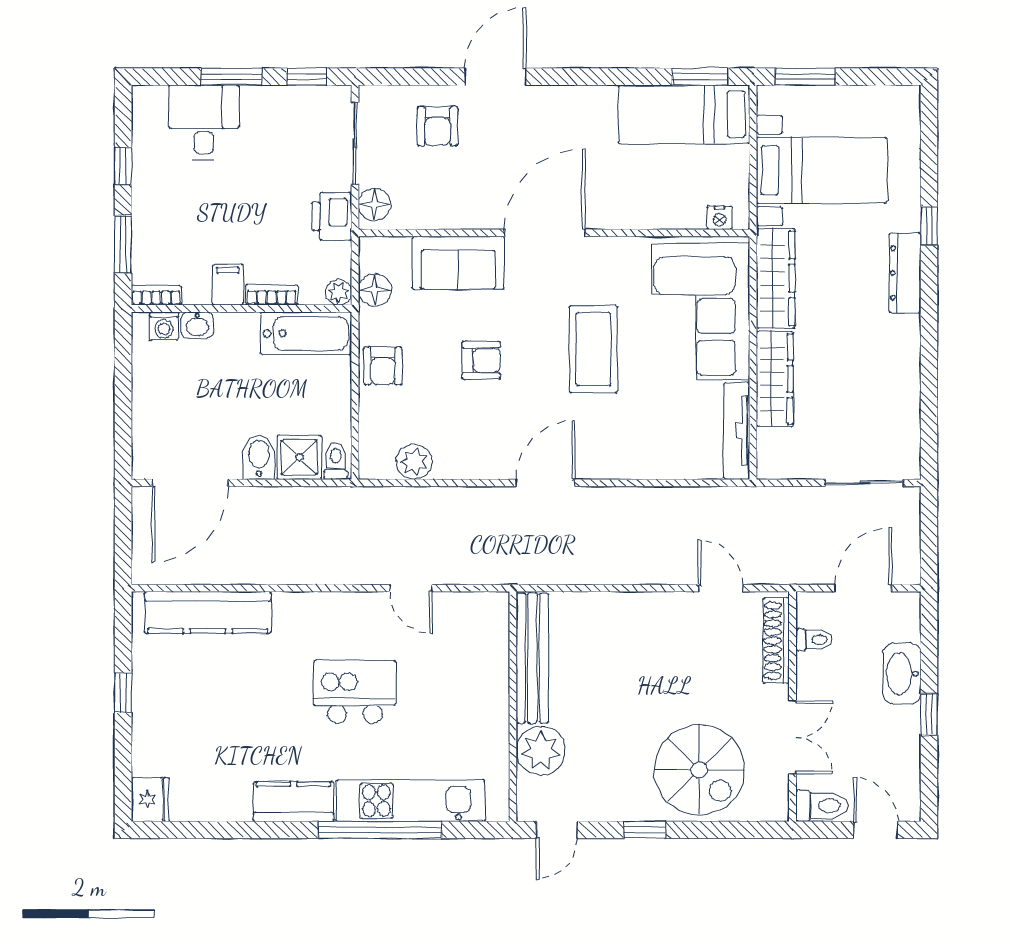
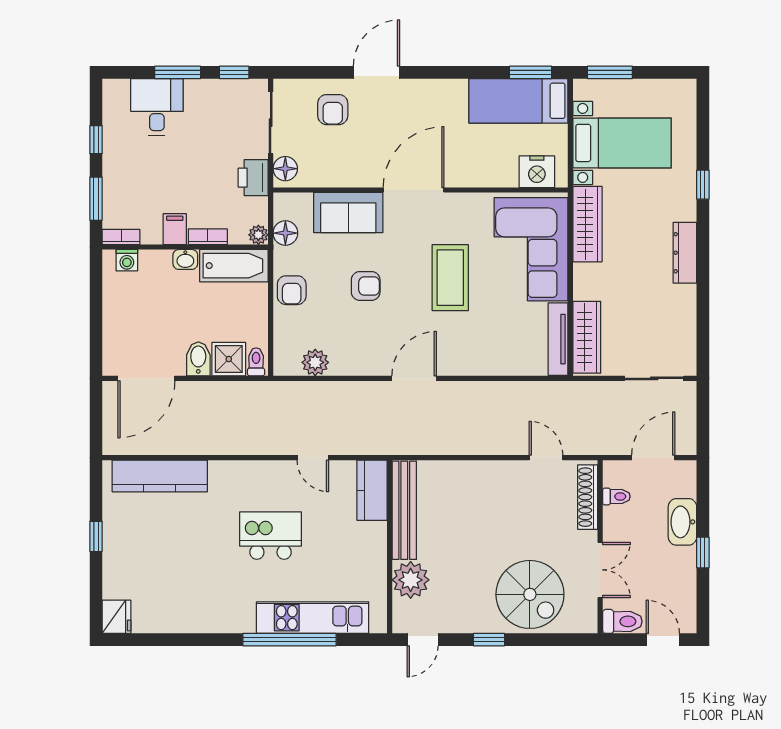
nightstand: (720, 218) -> (537, 172), width x1.89, depth x1.79
dresser: (905, 273) -> (685, 253), moved
washbasin: (197, 325) -> (185, 259), moved
wardrobe: (775, 379) -> (587, 337), moved
kitchen counter: (294, 802) -> (372, 490), moved, turned -90

